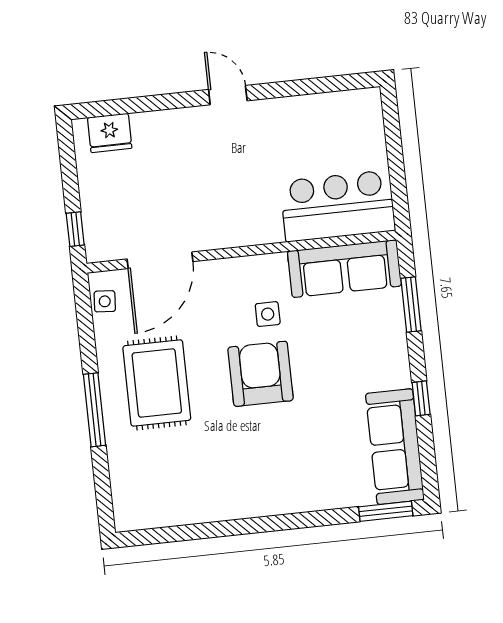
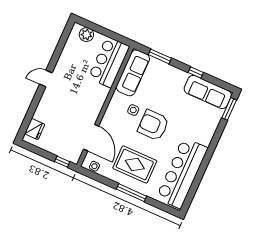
plant: (368, 126) -> (86, 35), added
bar counter: (196, 491) -> (182, 173), added

